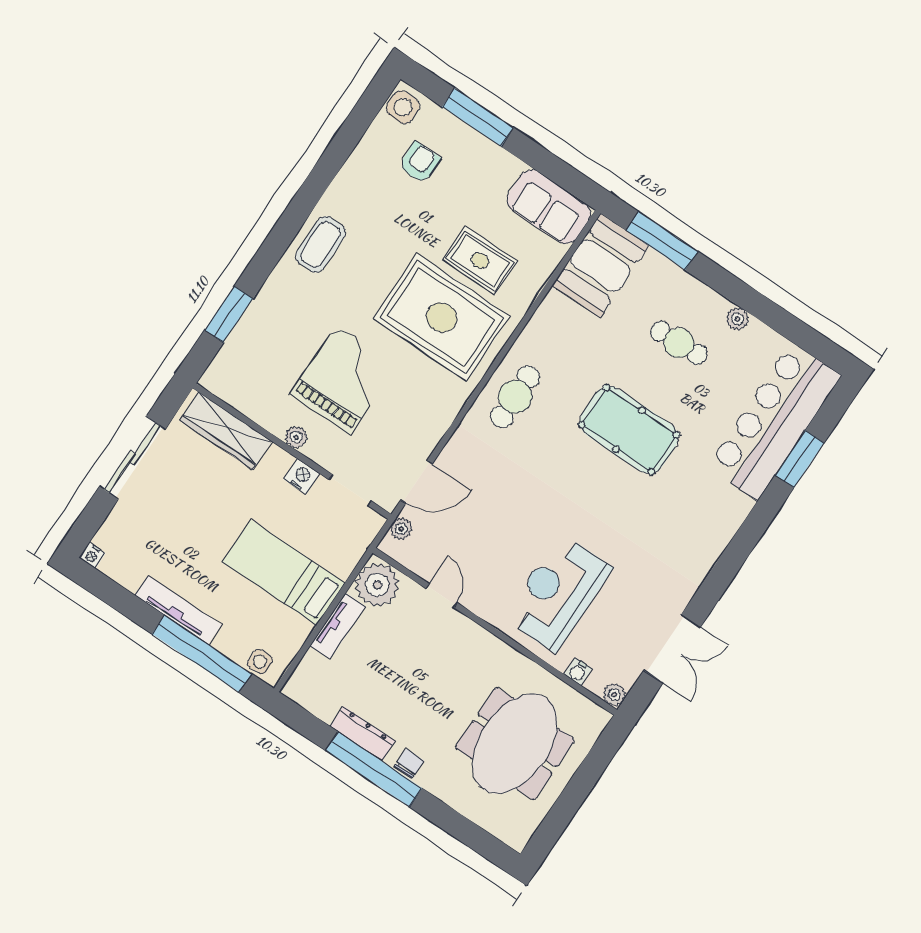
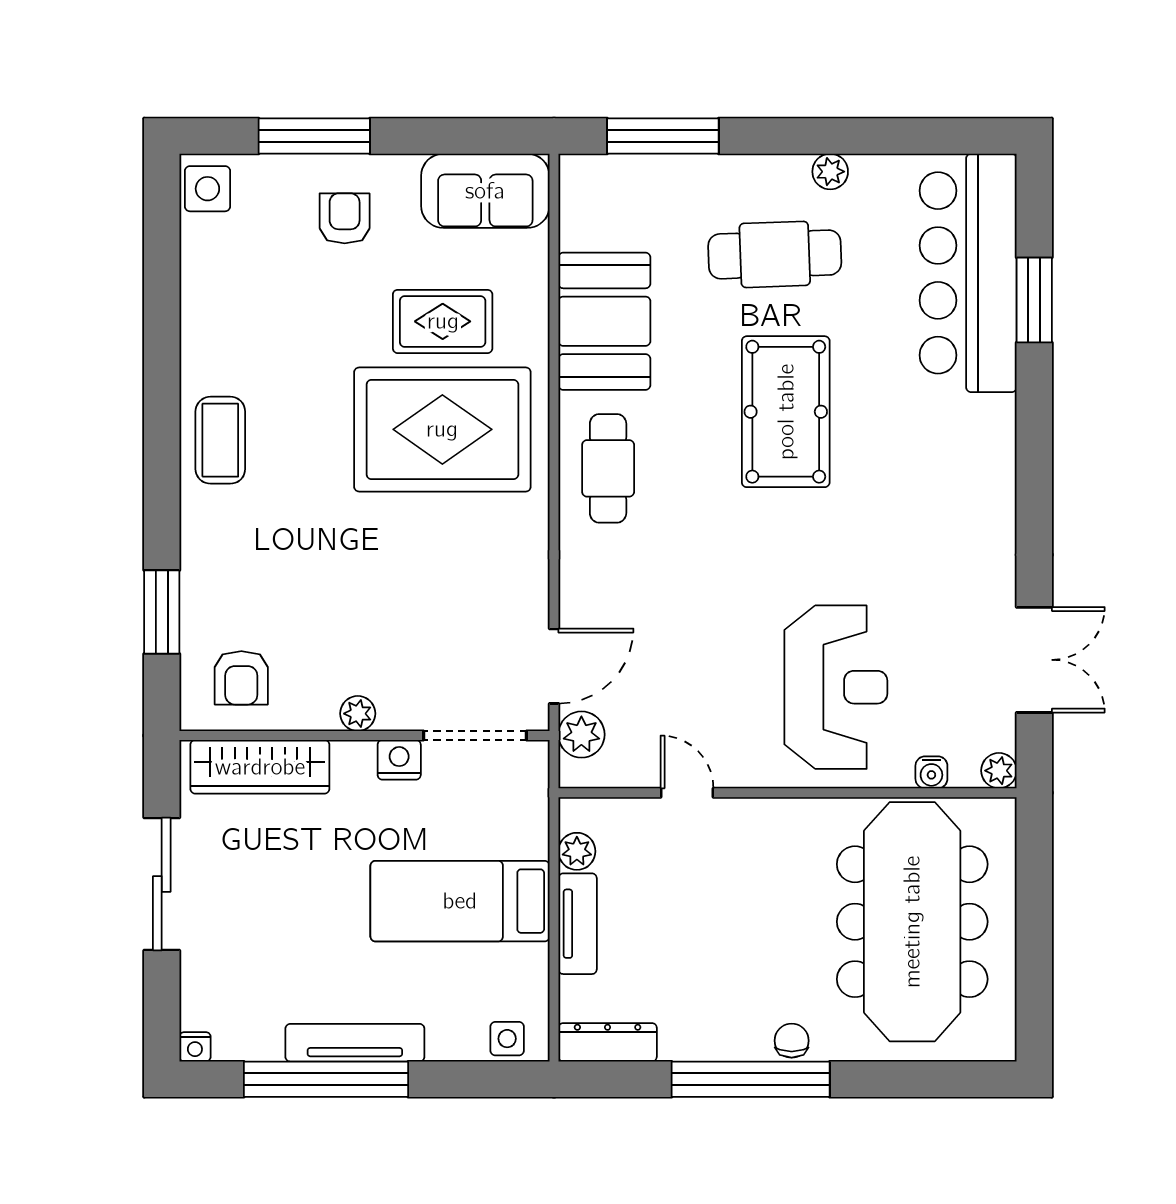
armchair: (420, 163) -> (345, 218), moved
booth: (600, 266) -> (604, 321), moved
cafe table: (679, 343) -> (775, 254), width x1.37, depth x1.35
armchair: (247, 377) -> (241, 678), added
grand piano: (343, 380) -> (369, 597), removed
pool table: (629, 430) -> (786, 412), turned 90
doorway: (350, 490) -> (475, 735), width x1.38
plant: (401, 529) -> (581, 735), width x1.38, depth x1.38
plant: (377, 585) -> (577, 851), width x0.53, depth x0.53
reception desk: (558, 593) -> (836, 687), turned 180
window: (202, 654) -> (326, 1079), moved
dresser: (363, 734) -> (608, 1042), moved
meeting table: (515, 744) -> (912, 922), width x1.36

